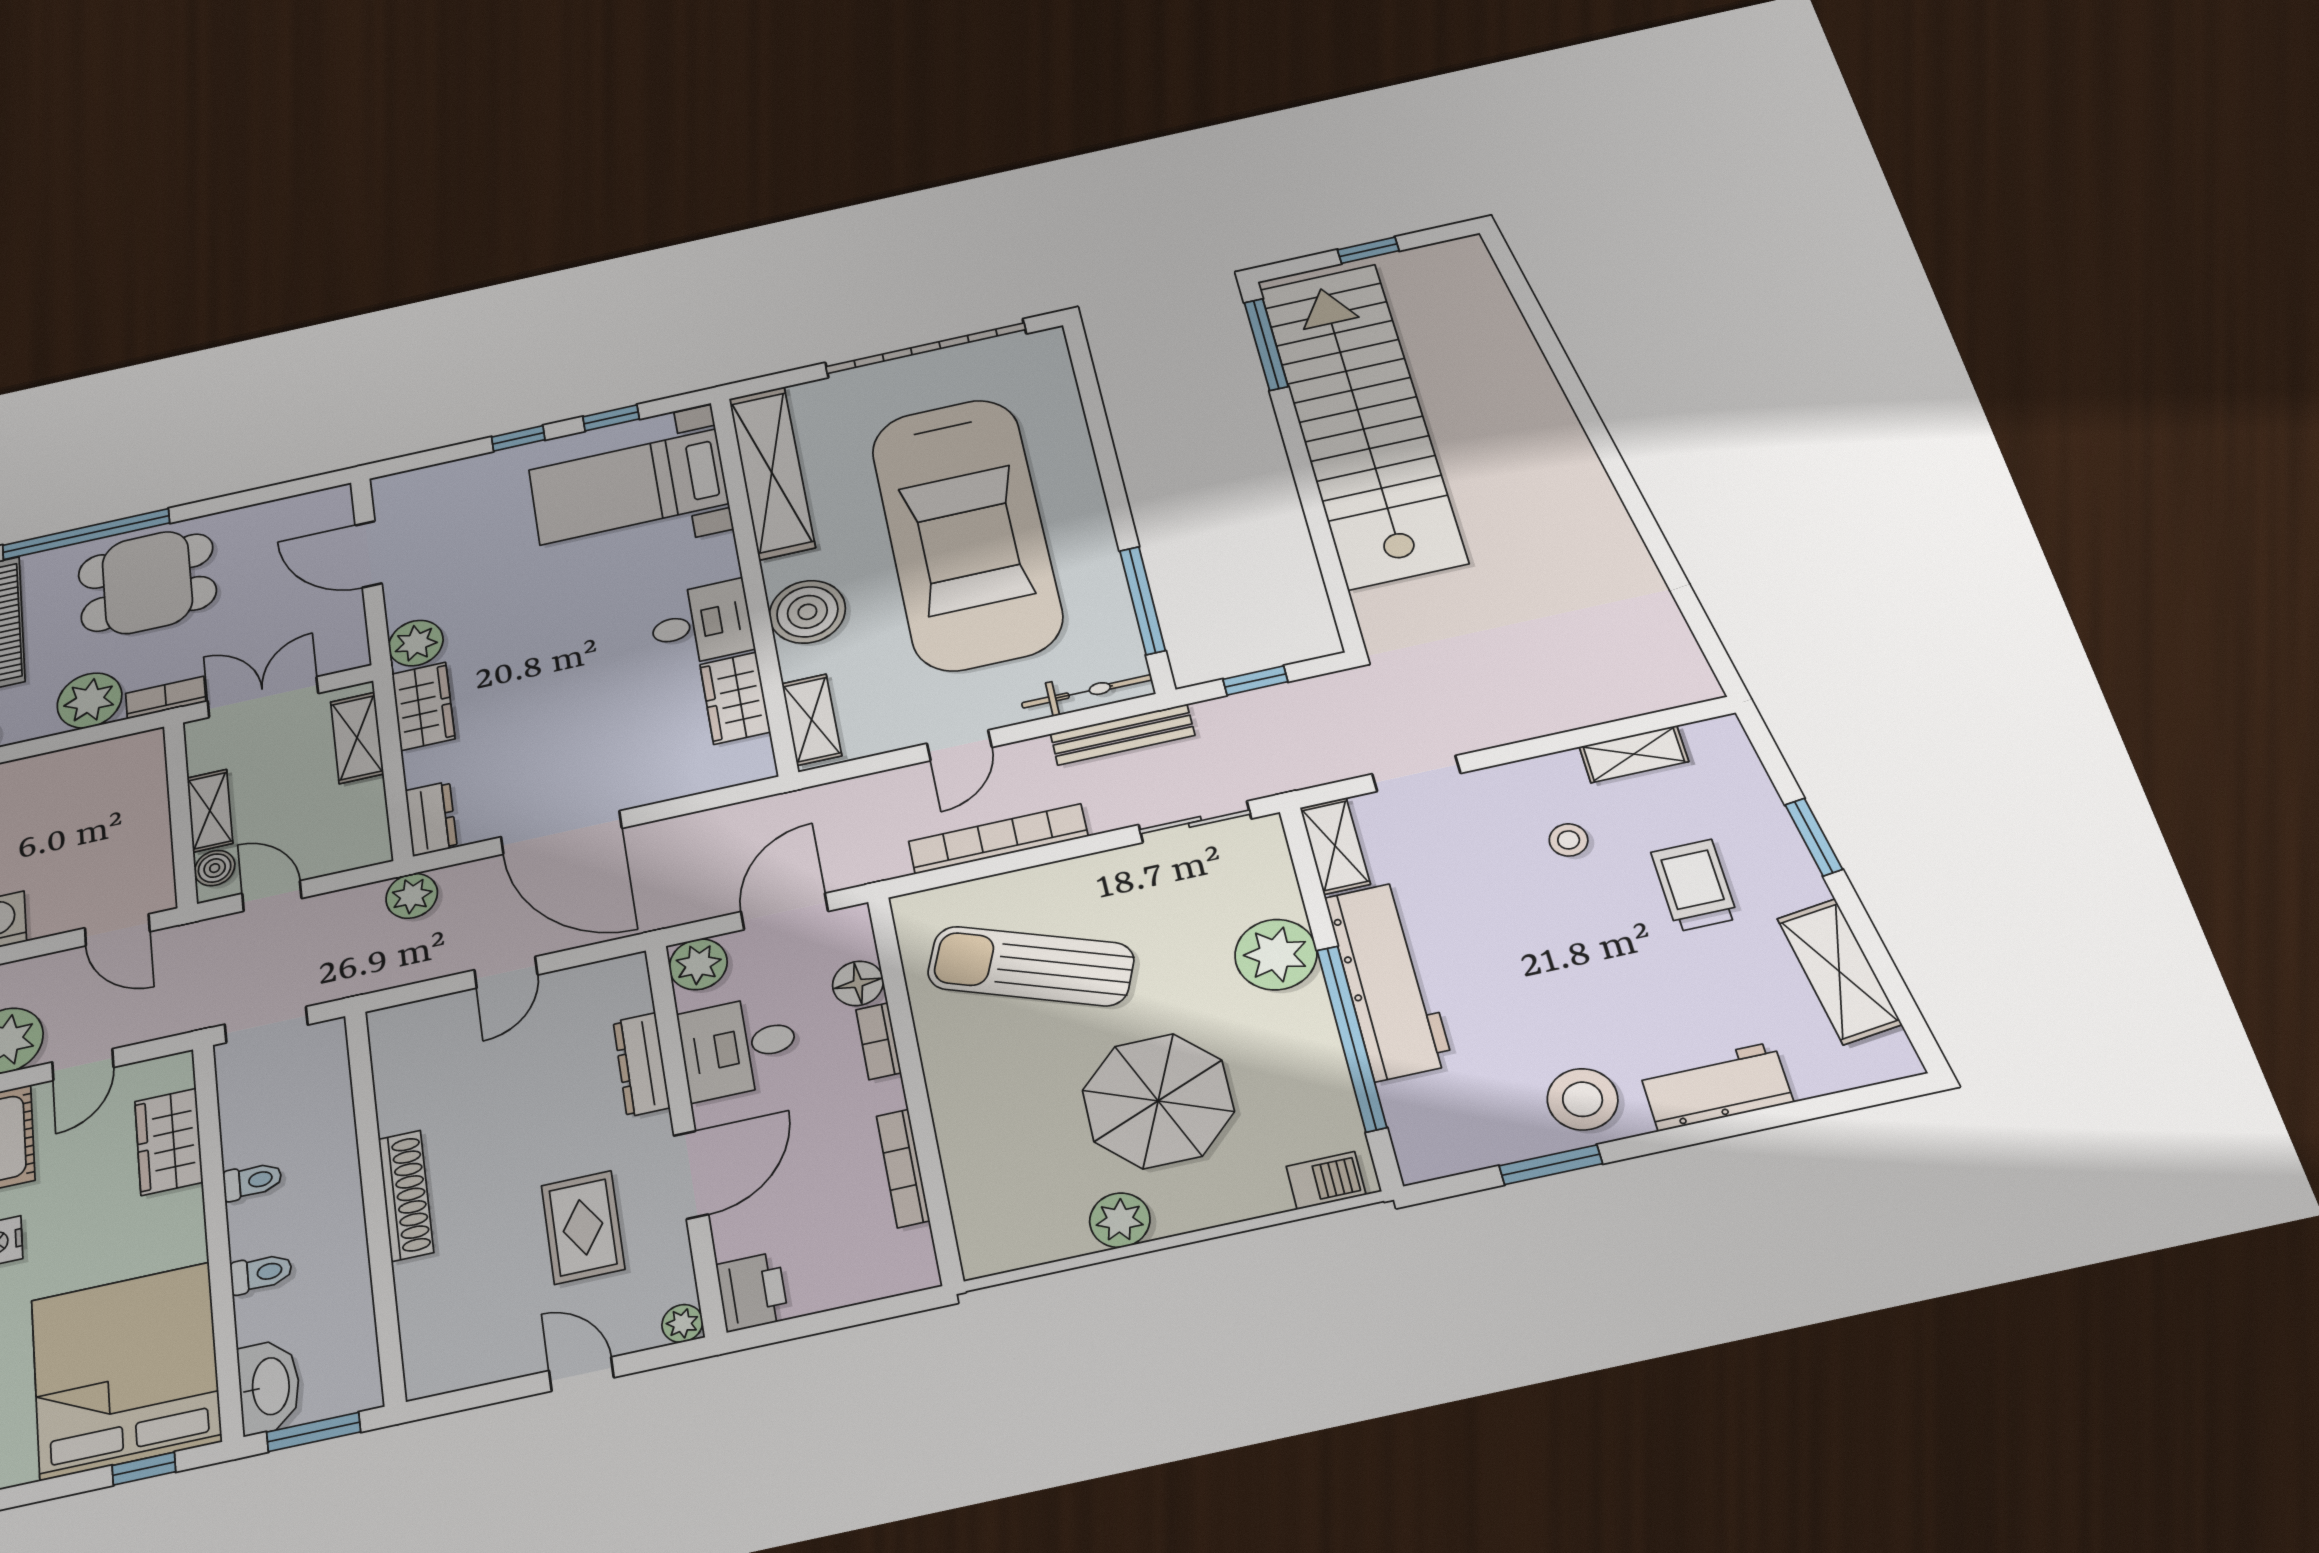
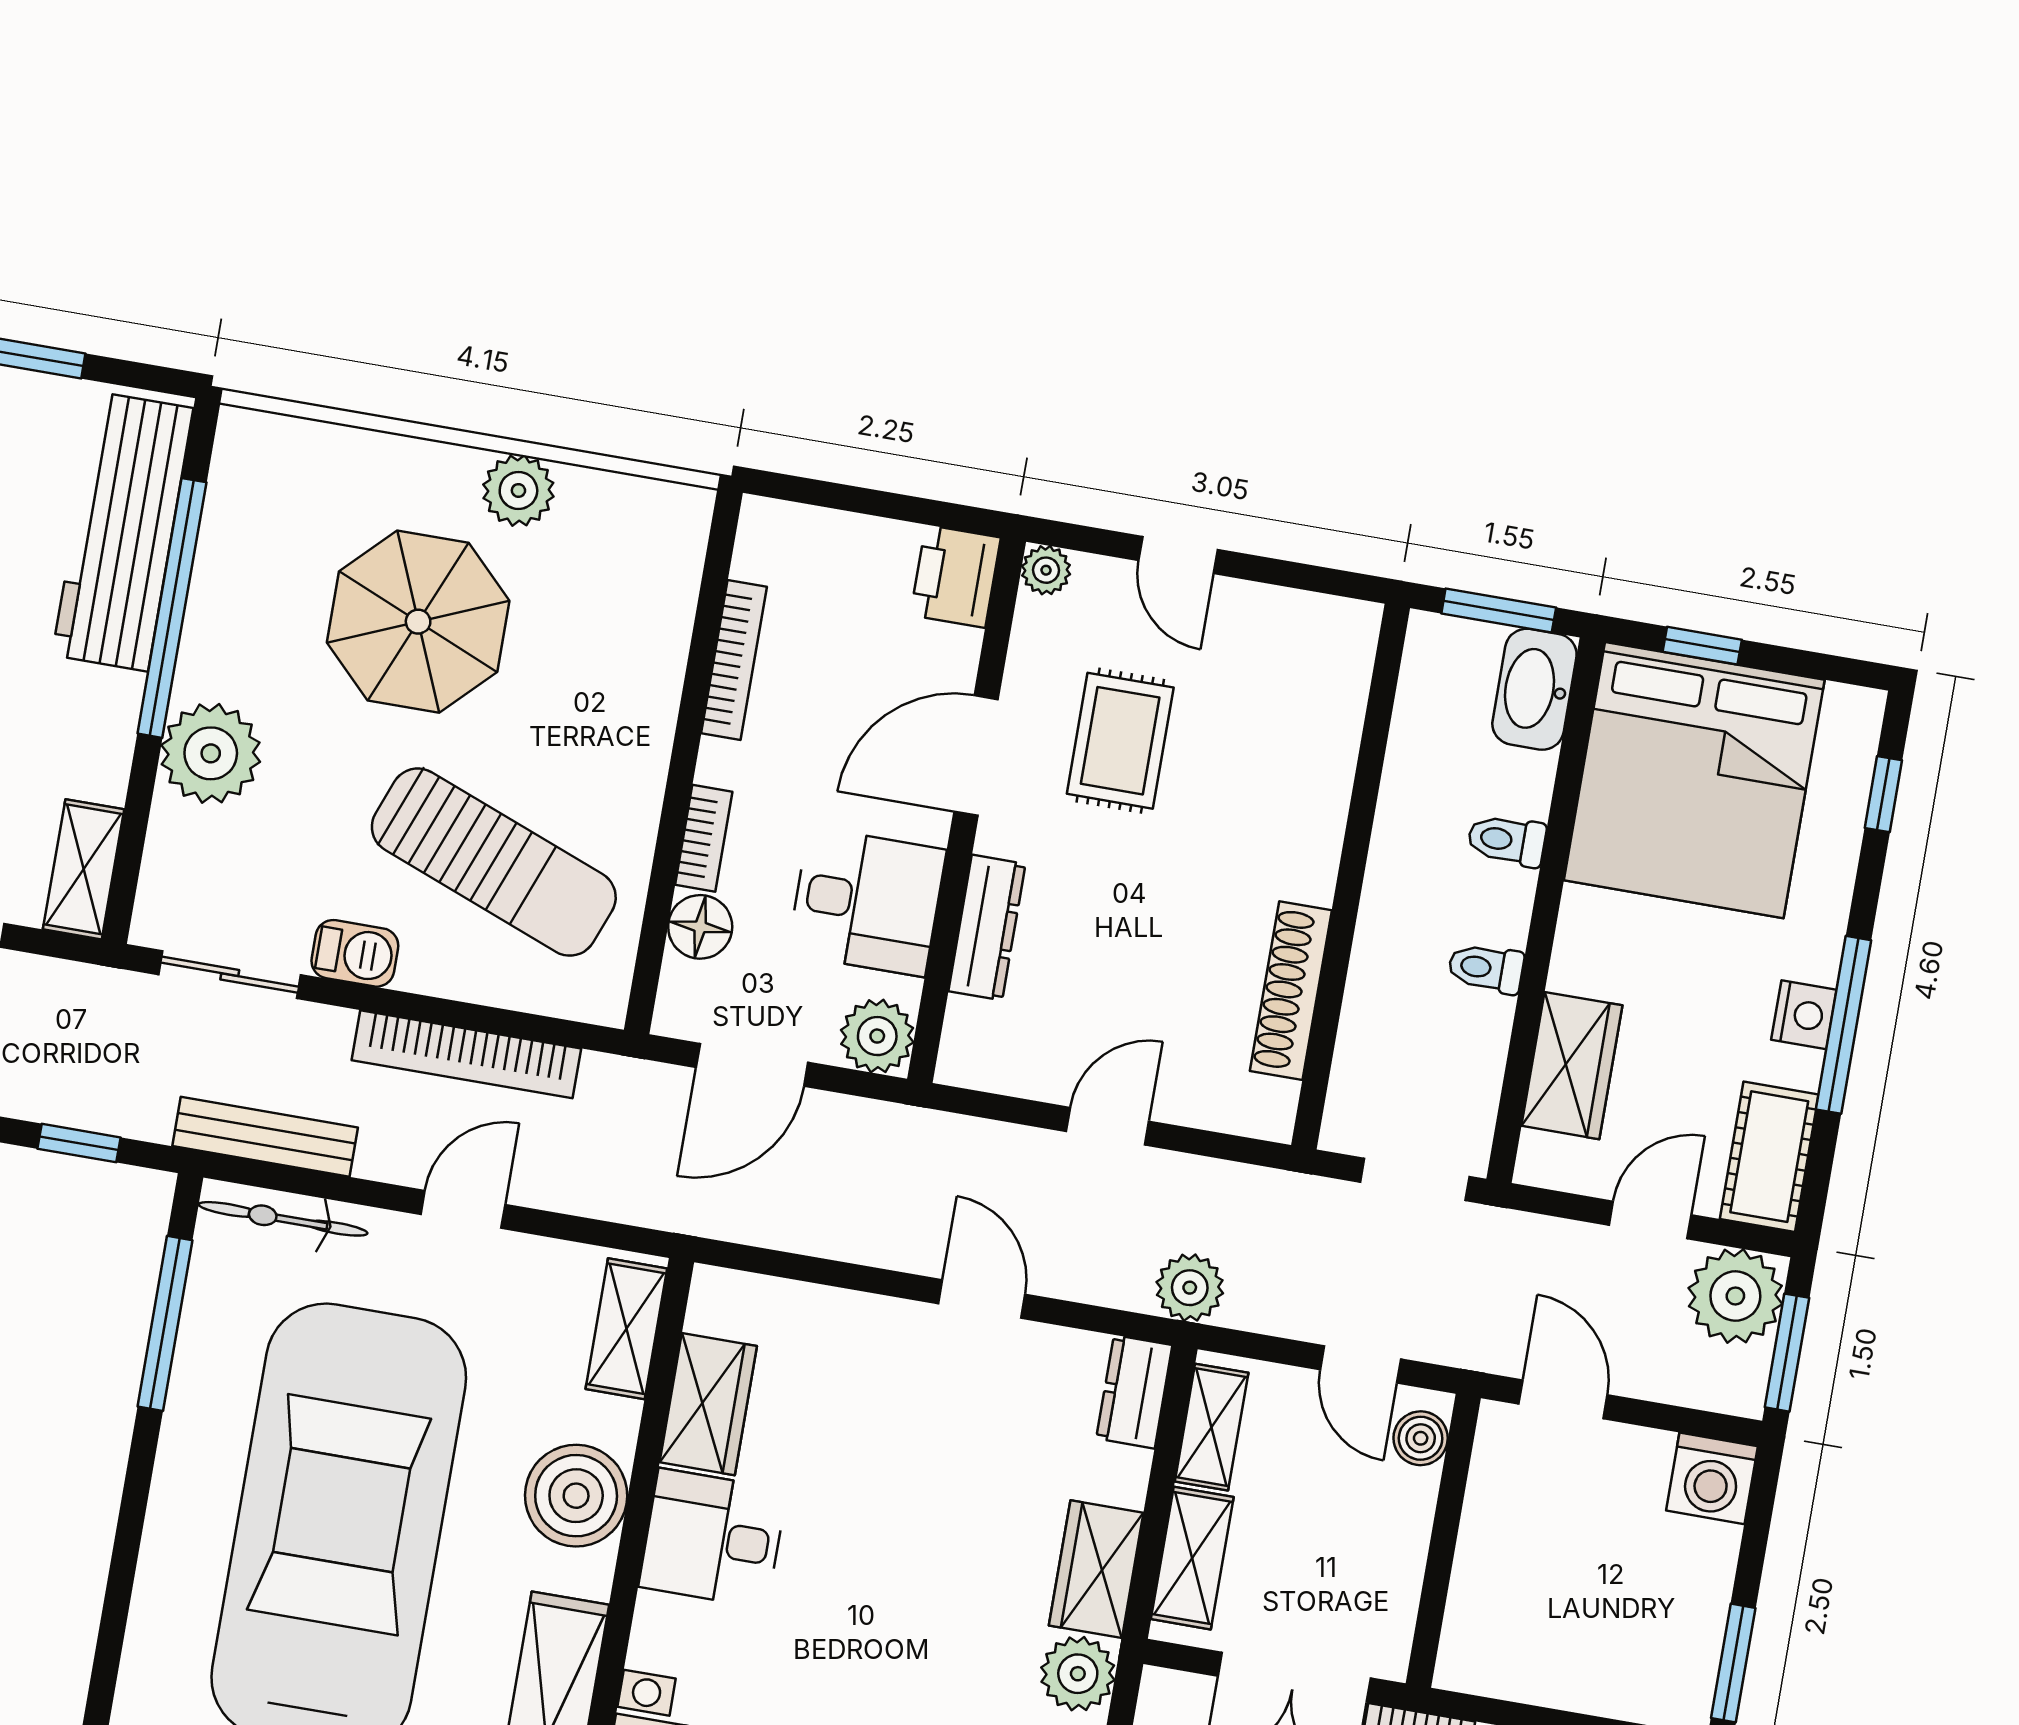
shelving: (210, 811) -> (1212, 1427), moved
door: (561, 833) -> (982, 1299), width x0.53
workbench: (1388, 980) -> (123, 532), moved
barbecue: (1326, 1180) -> (355, 953), moved, turned 180
shoe rack: (406, 1195) -> (1291, 991), moved

